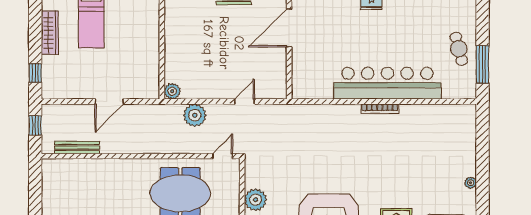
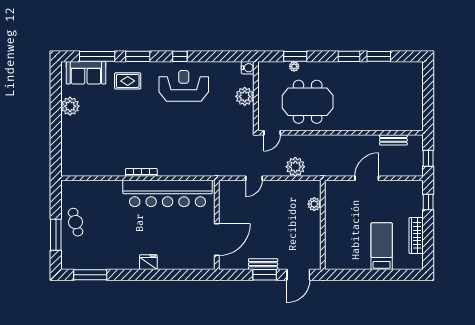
window: (482, 64) -> (56, 235), moved
bar counter: (387, 83) -> (168, 193), moved
plant: (172, 91) -> (314, 204), moved
bench: (77, 147) -> (393, 140), width x0.73
plant: (470, 183) -> (70, 106), width x1.88, depth x1.88

